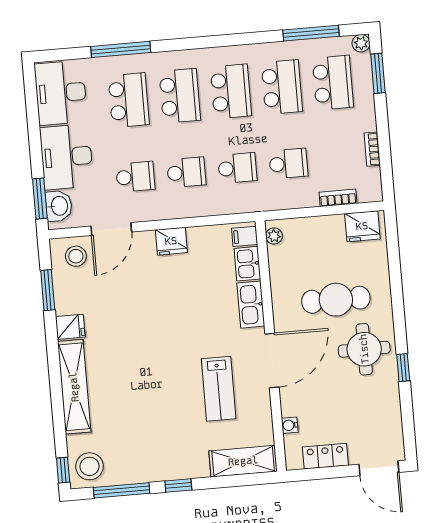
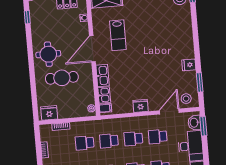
window: (403, 368) -> (27, 17), moved
shelving: (74, 387) -> (187, 36), removed
lab bench: (219, 389) -> (118, 35), turned 180

